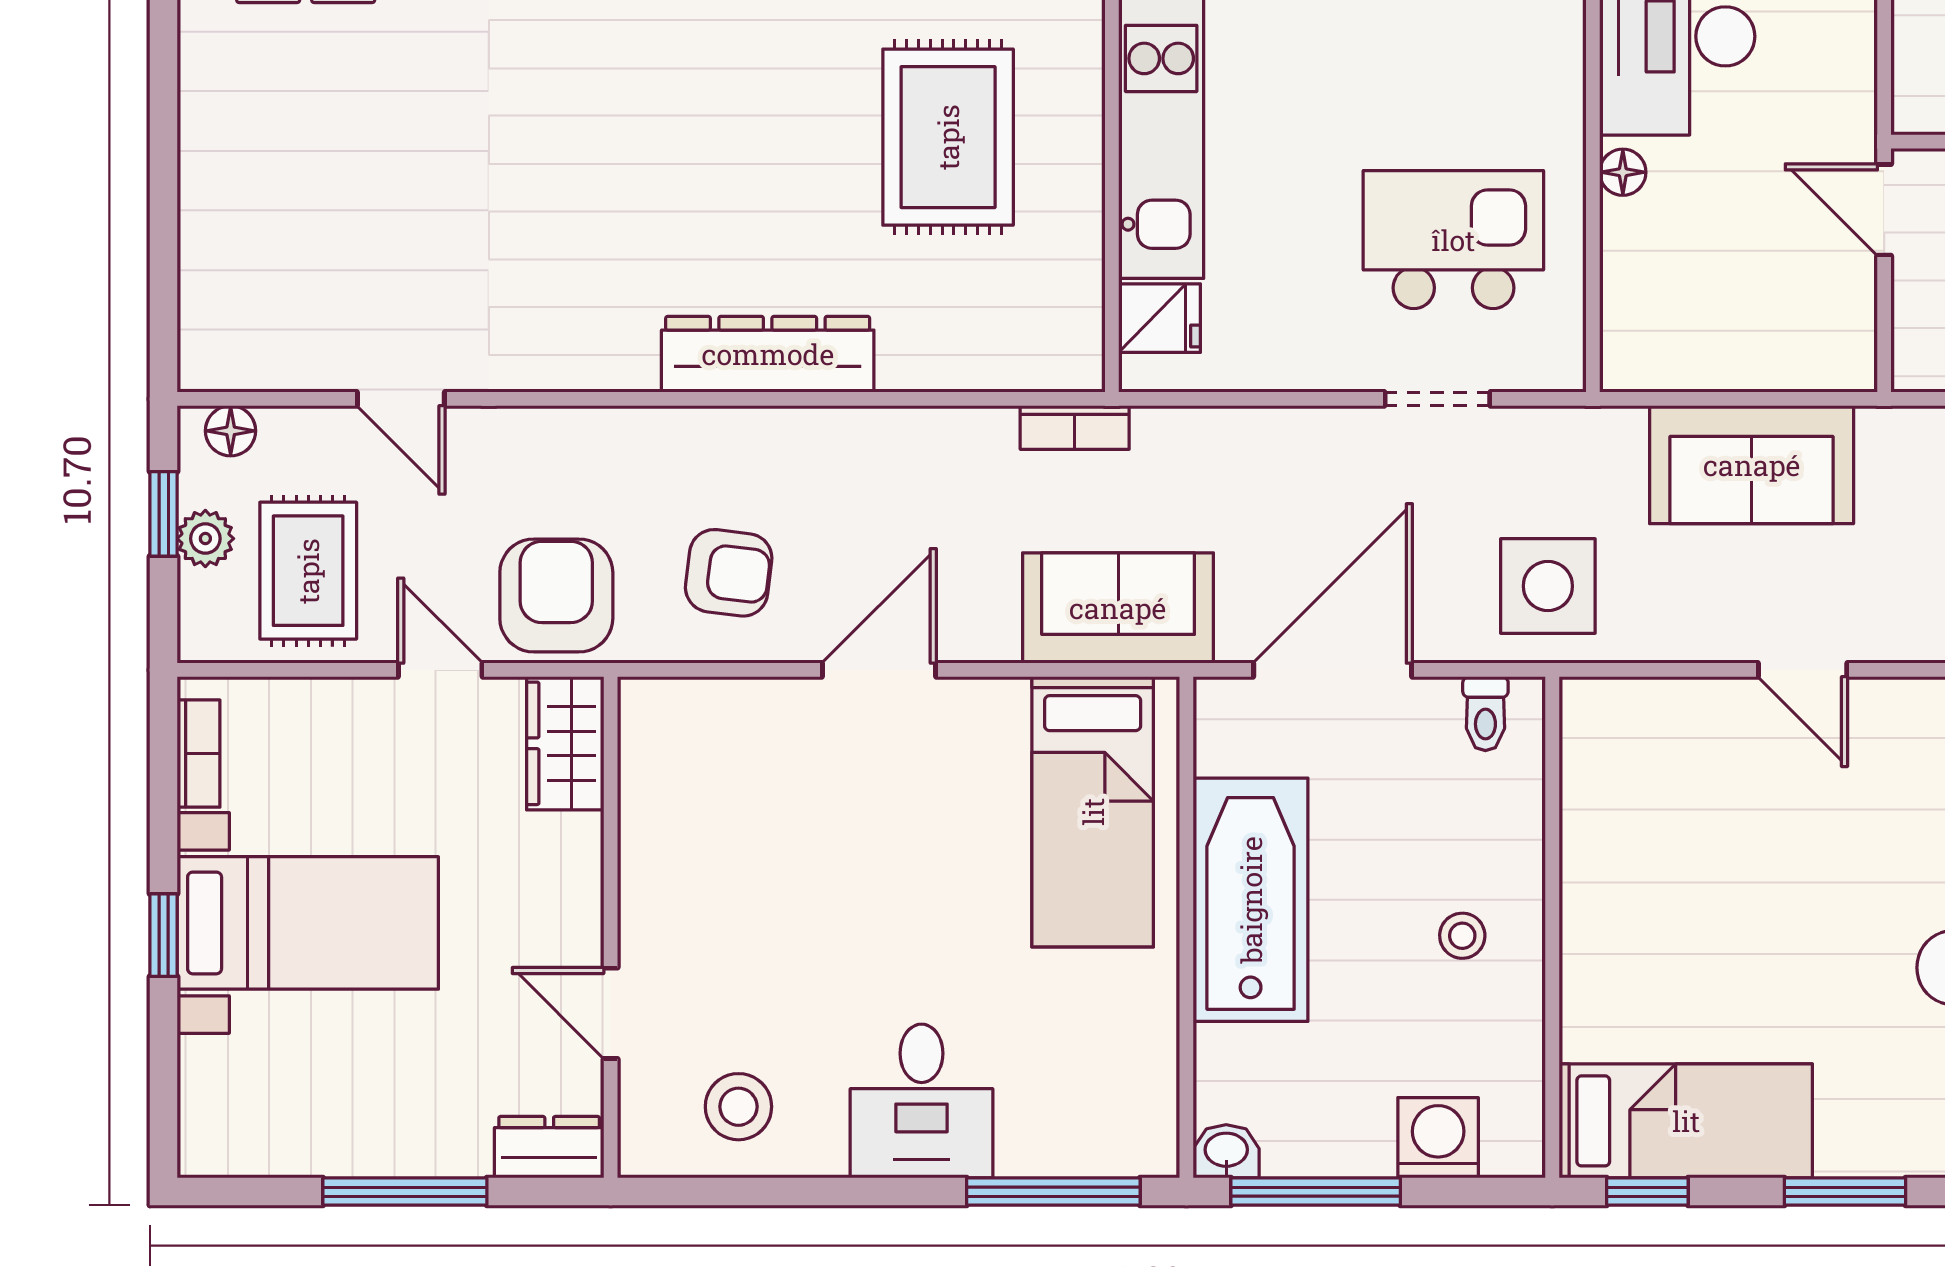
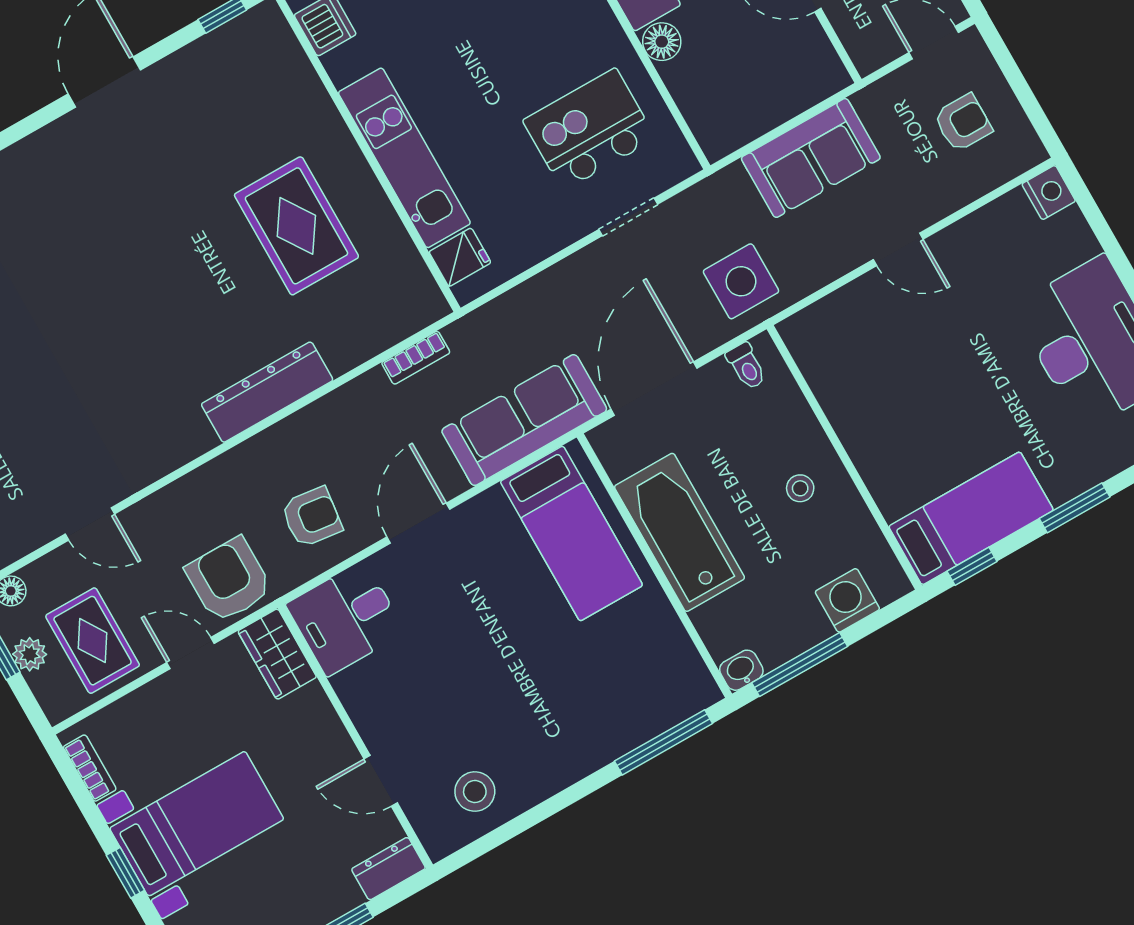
floor lamp: (1623, 172) -> (662, 42), width x1.37, depth x1.37
bookcase: (1075, 428) -> (416, 358), moved
sofa: (1118, 608) -> (524, 420), width x1.36
desk: (922, 1101) -> (346, 618), moved, turned 90

